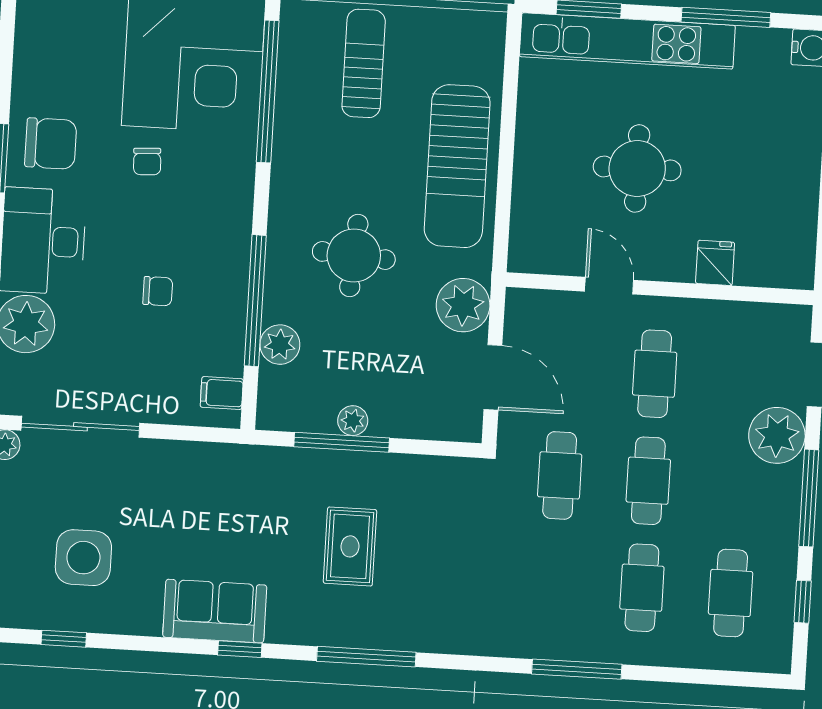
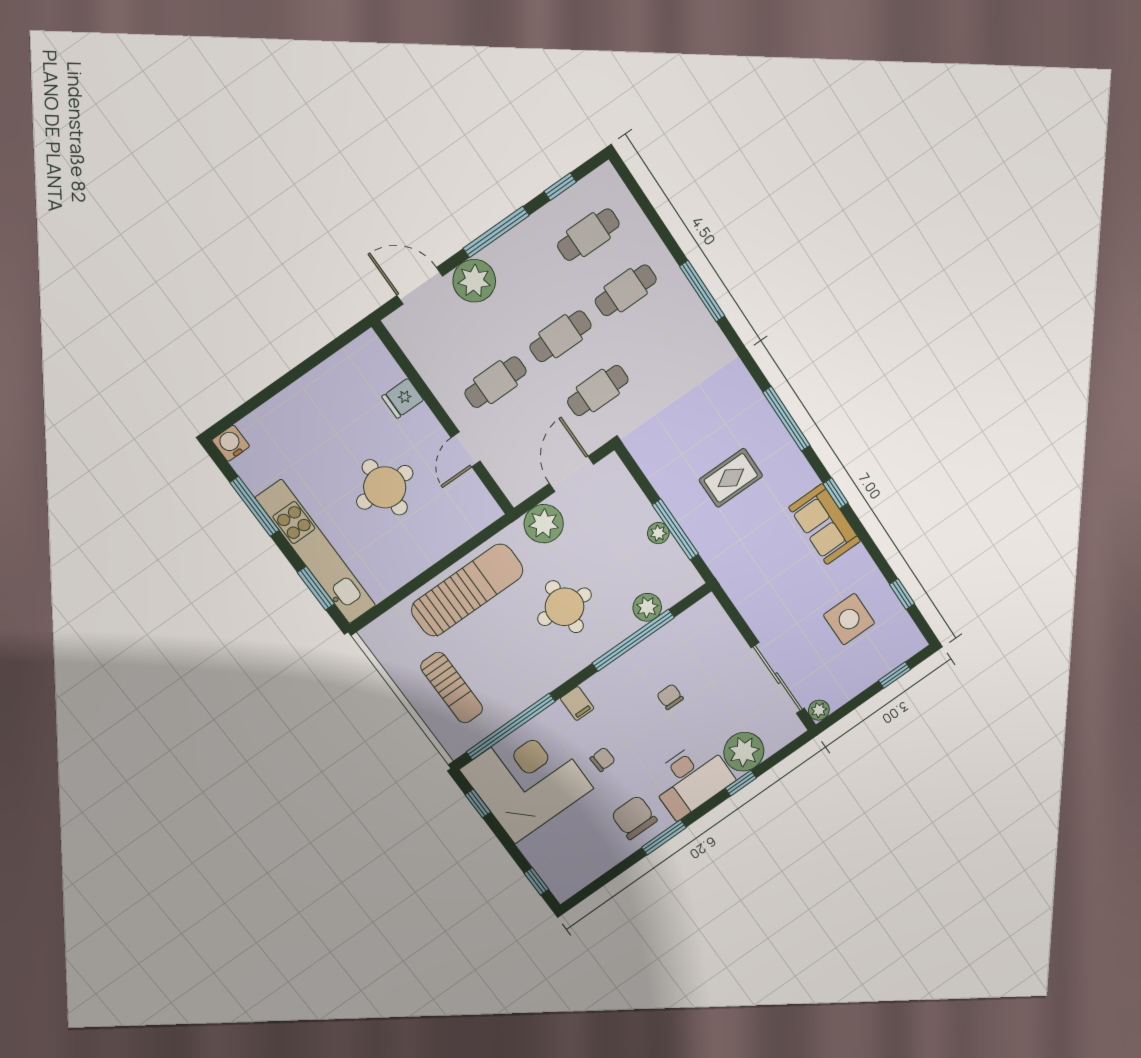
sun lounger: (364, 63) -> (452, 688), turned -90
filing cabinet: (222, 393) -> (577, 703), moved

